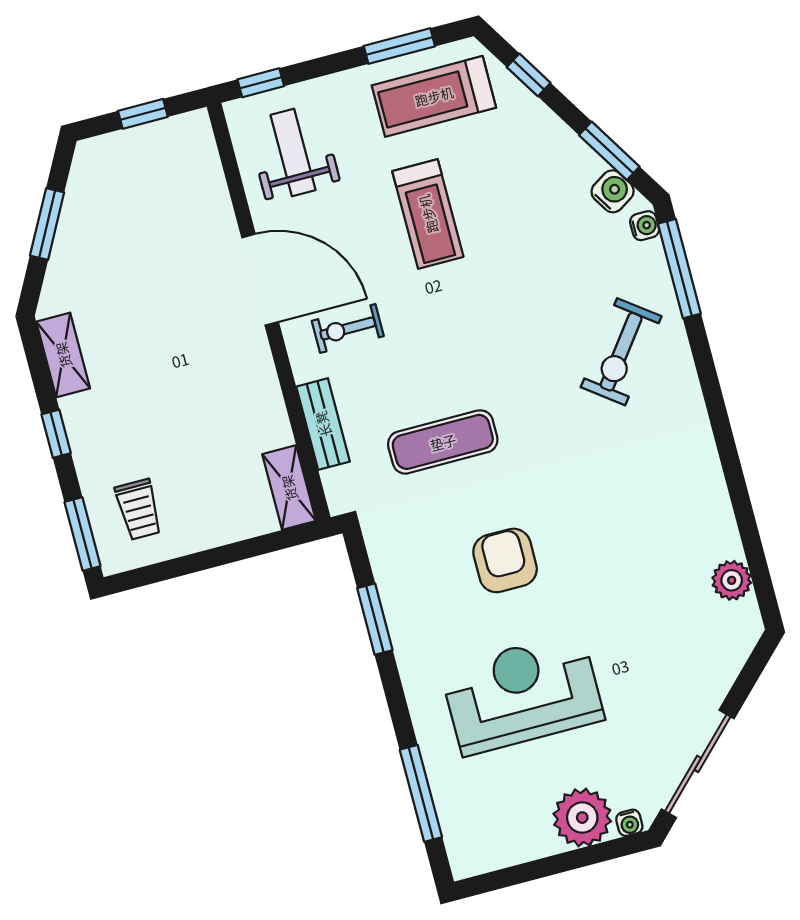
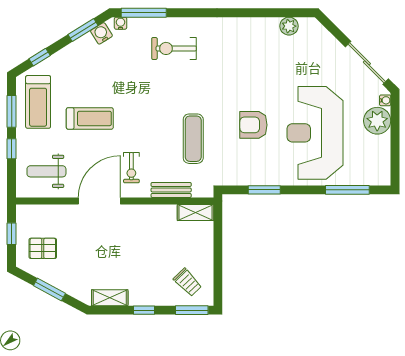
window: (261, 83) -> (12, 149), moved
pallet: (130, 187) -> (43, 248), added
exercise bike: (621, 352) -> (174, 48), turned 143
trolley: (139, 509) -> (187, 282), turned 46
reception desk: (522, 694) -> (315, 133), width x1.36, depth x1.30

